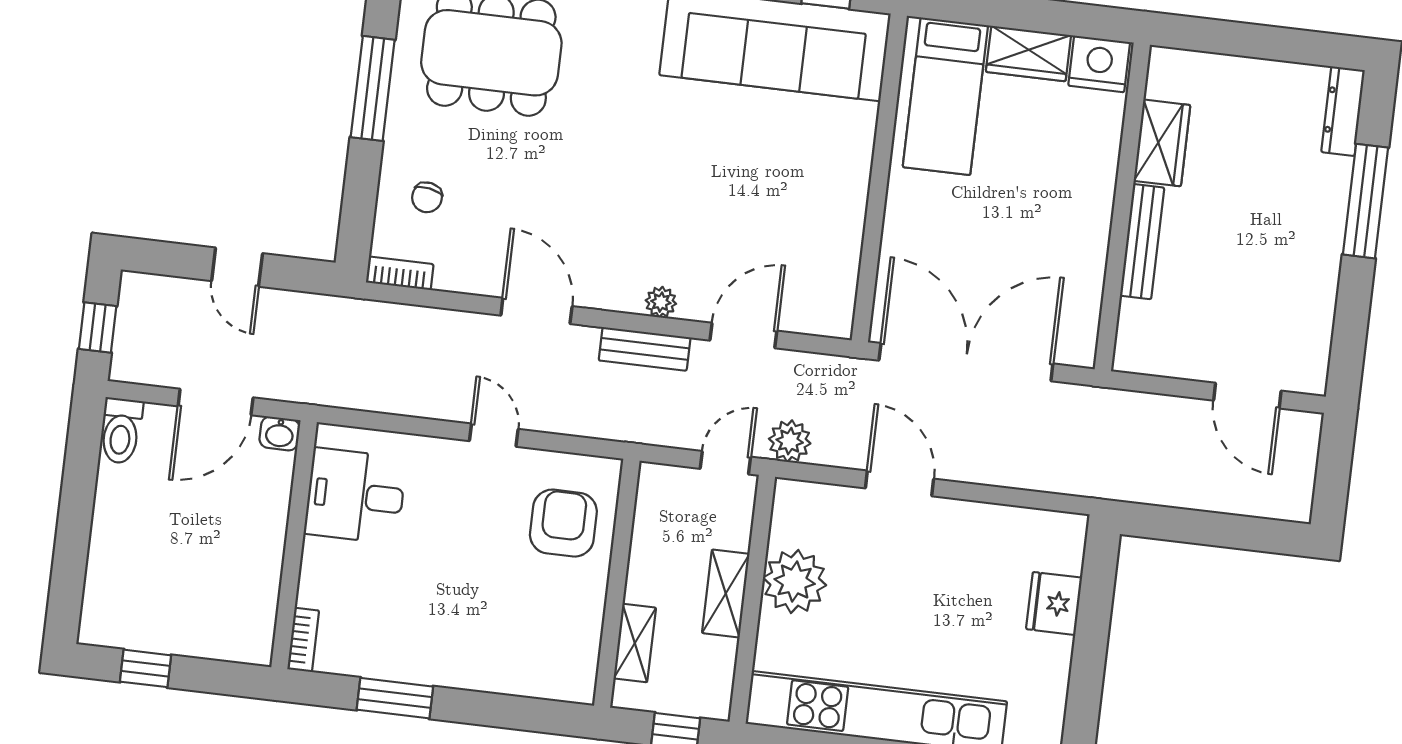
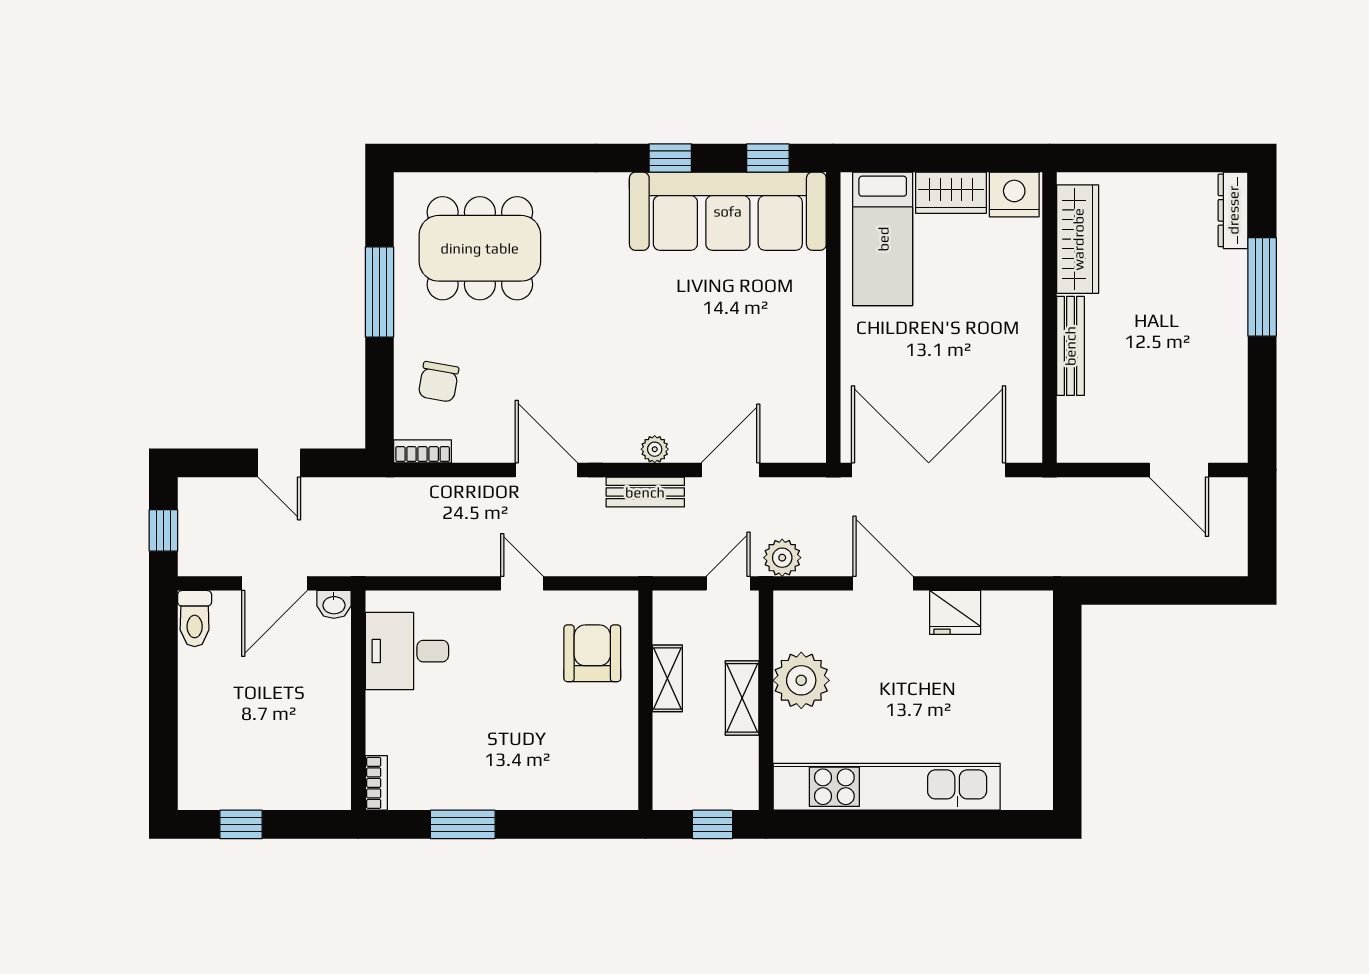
wardrobe: (1162, 143) -> (1078, 239), width x1.50
chair: (427, 197) -> (439, 382), width x1.37, depth x1.37
fridge: (1054, 603) -> (955, 612), moved, turned -90
shelving: (635, 643) -> (667, 678), moved

